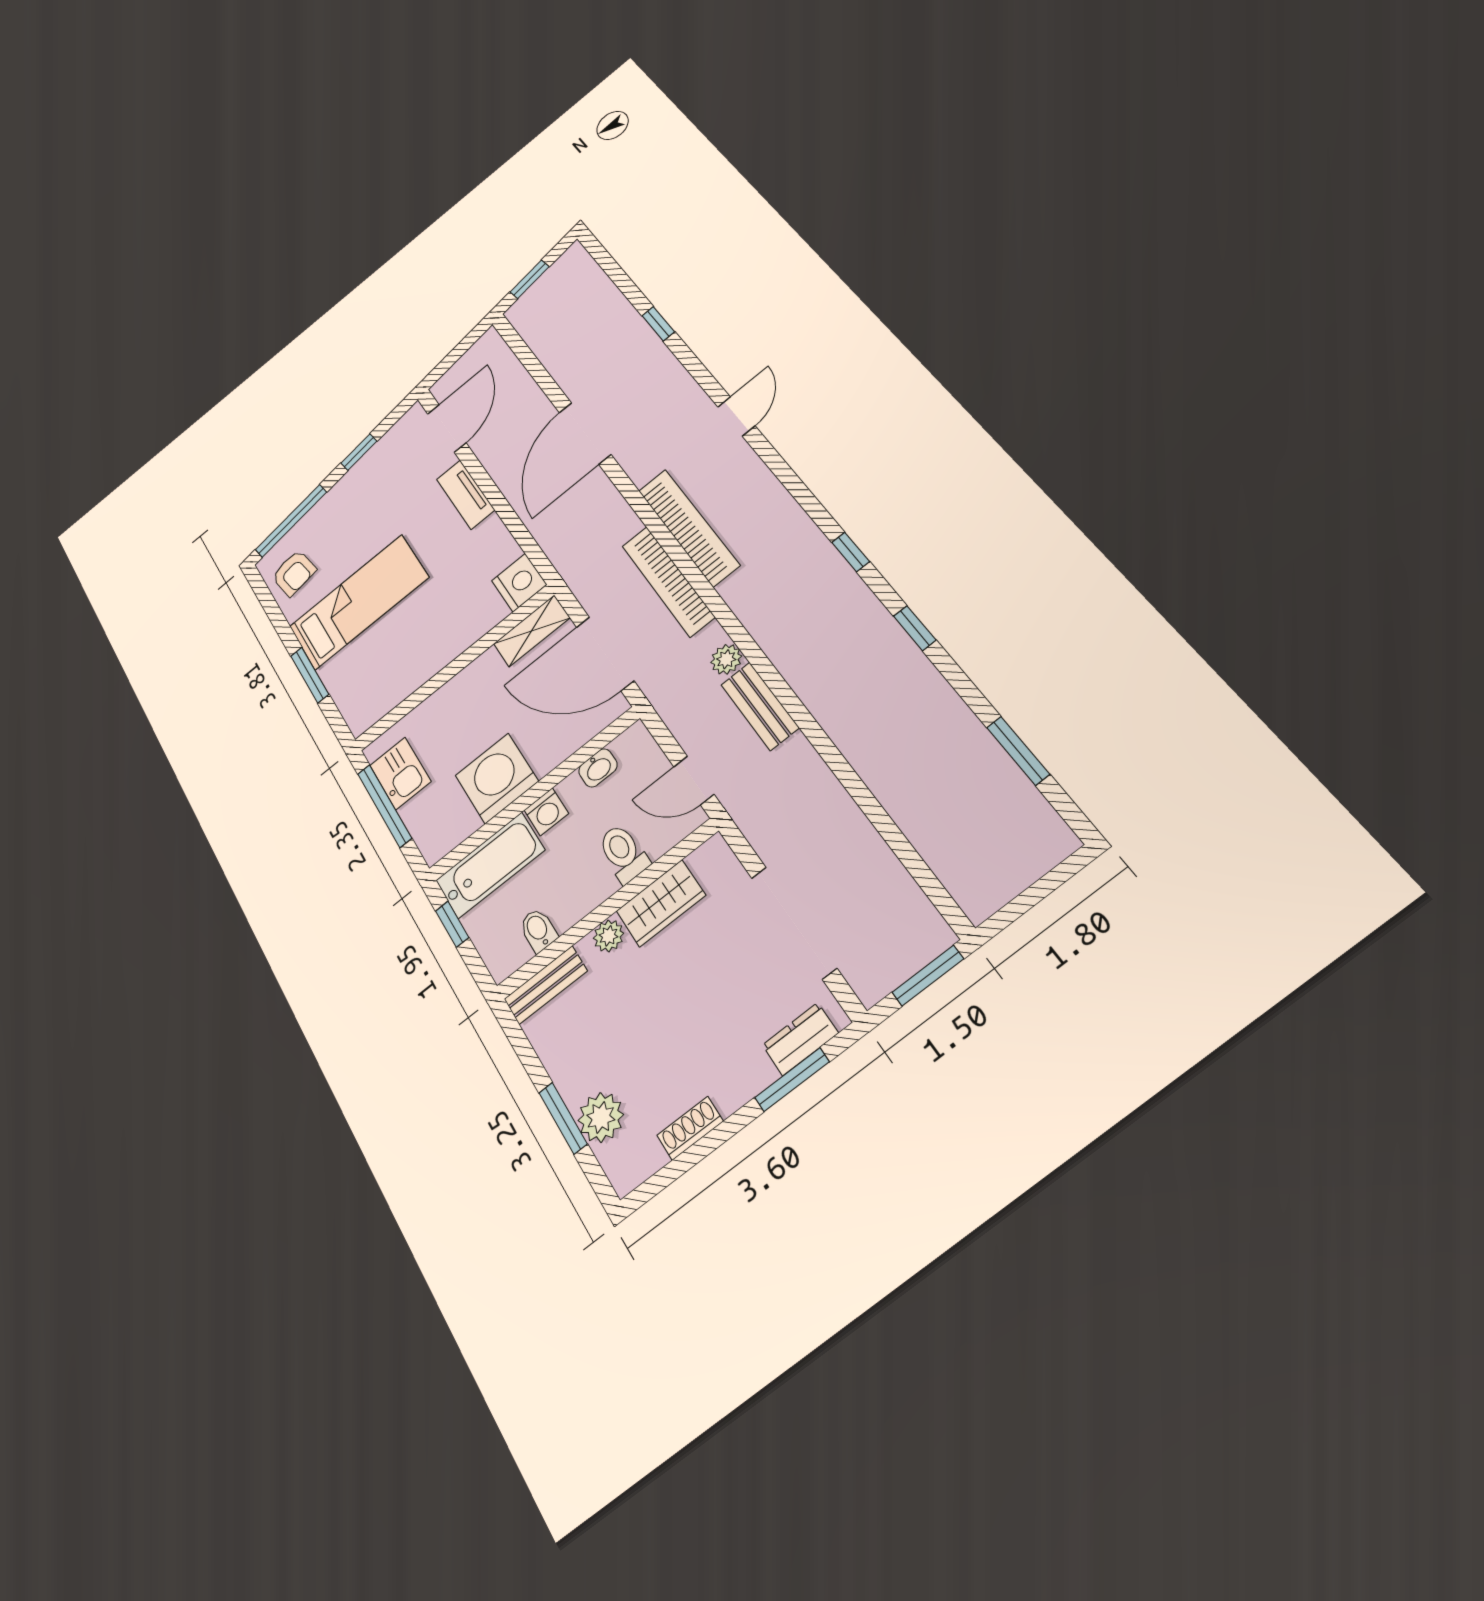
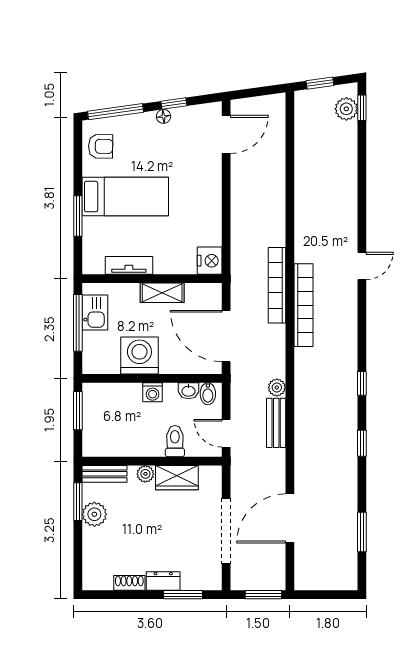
plant: (583, 275) -> (346, 109), added
window: (658, 324) -> (362, 108), moved
door: (585, 433) -> (290, 518), moved
floor lamp: (354, 476) -> (163, 116), added
tv unit: (466, 495) -> (129, 265), moved, turned 90
armchair: (294, 573) -> (101, 146), turned -80
bookcase: (668, 581) -> (277, 285), moved
shelving: (532, 631) -> (162, 293), moved
bathtub: (490, 865) -> (112, 397), removed
window: (452, 924) -> (78, 411), width x1.50
bidet: (538, 930) -> (208, 394), moved, turned 180
dresser: (800, 1039) -> (163, 581), moved
plant: (601, 1117) -> (94, 514), moved
window: (563, 1118) -> (78, 502), moved

